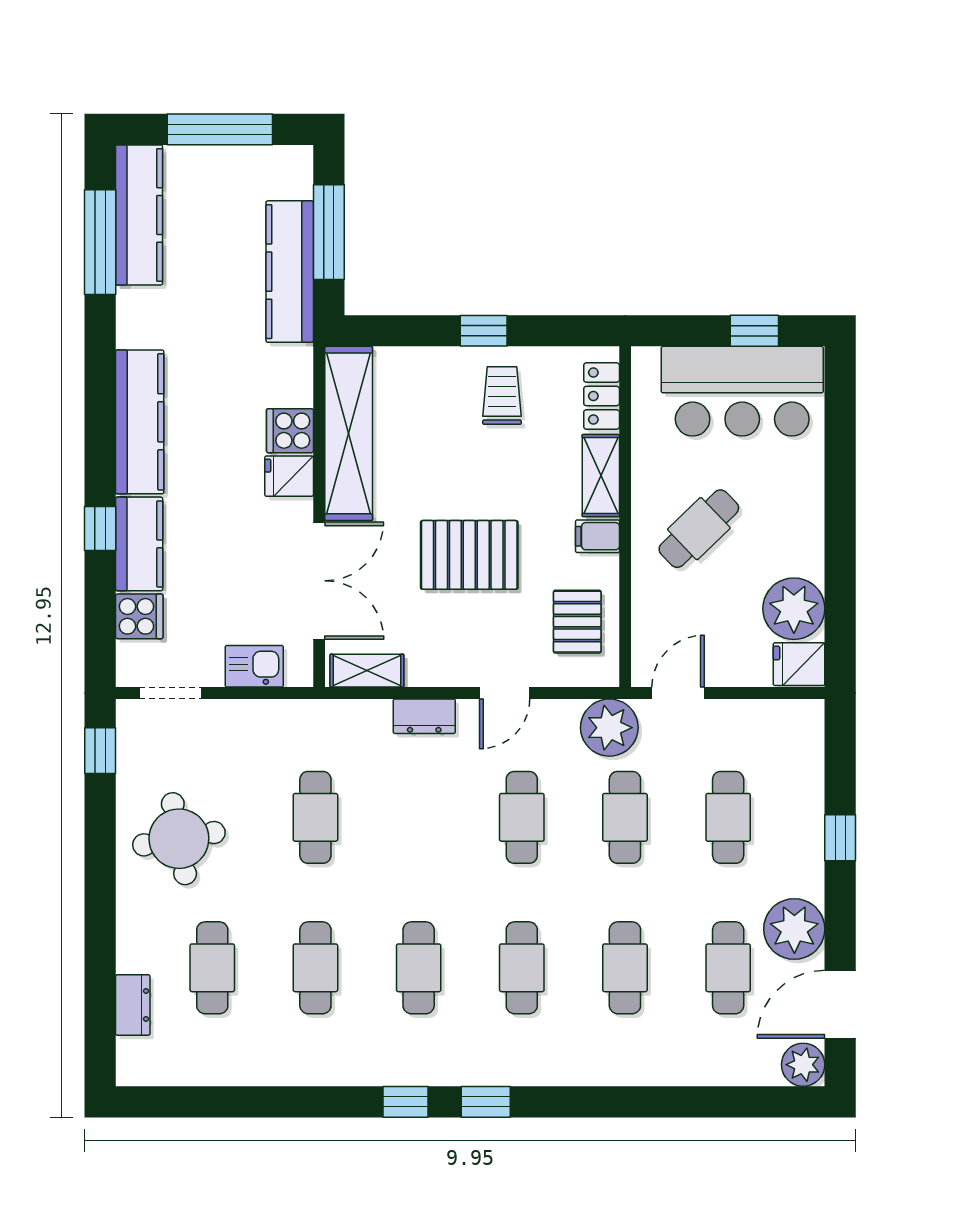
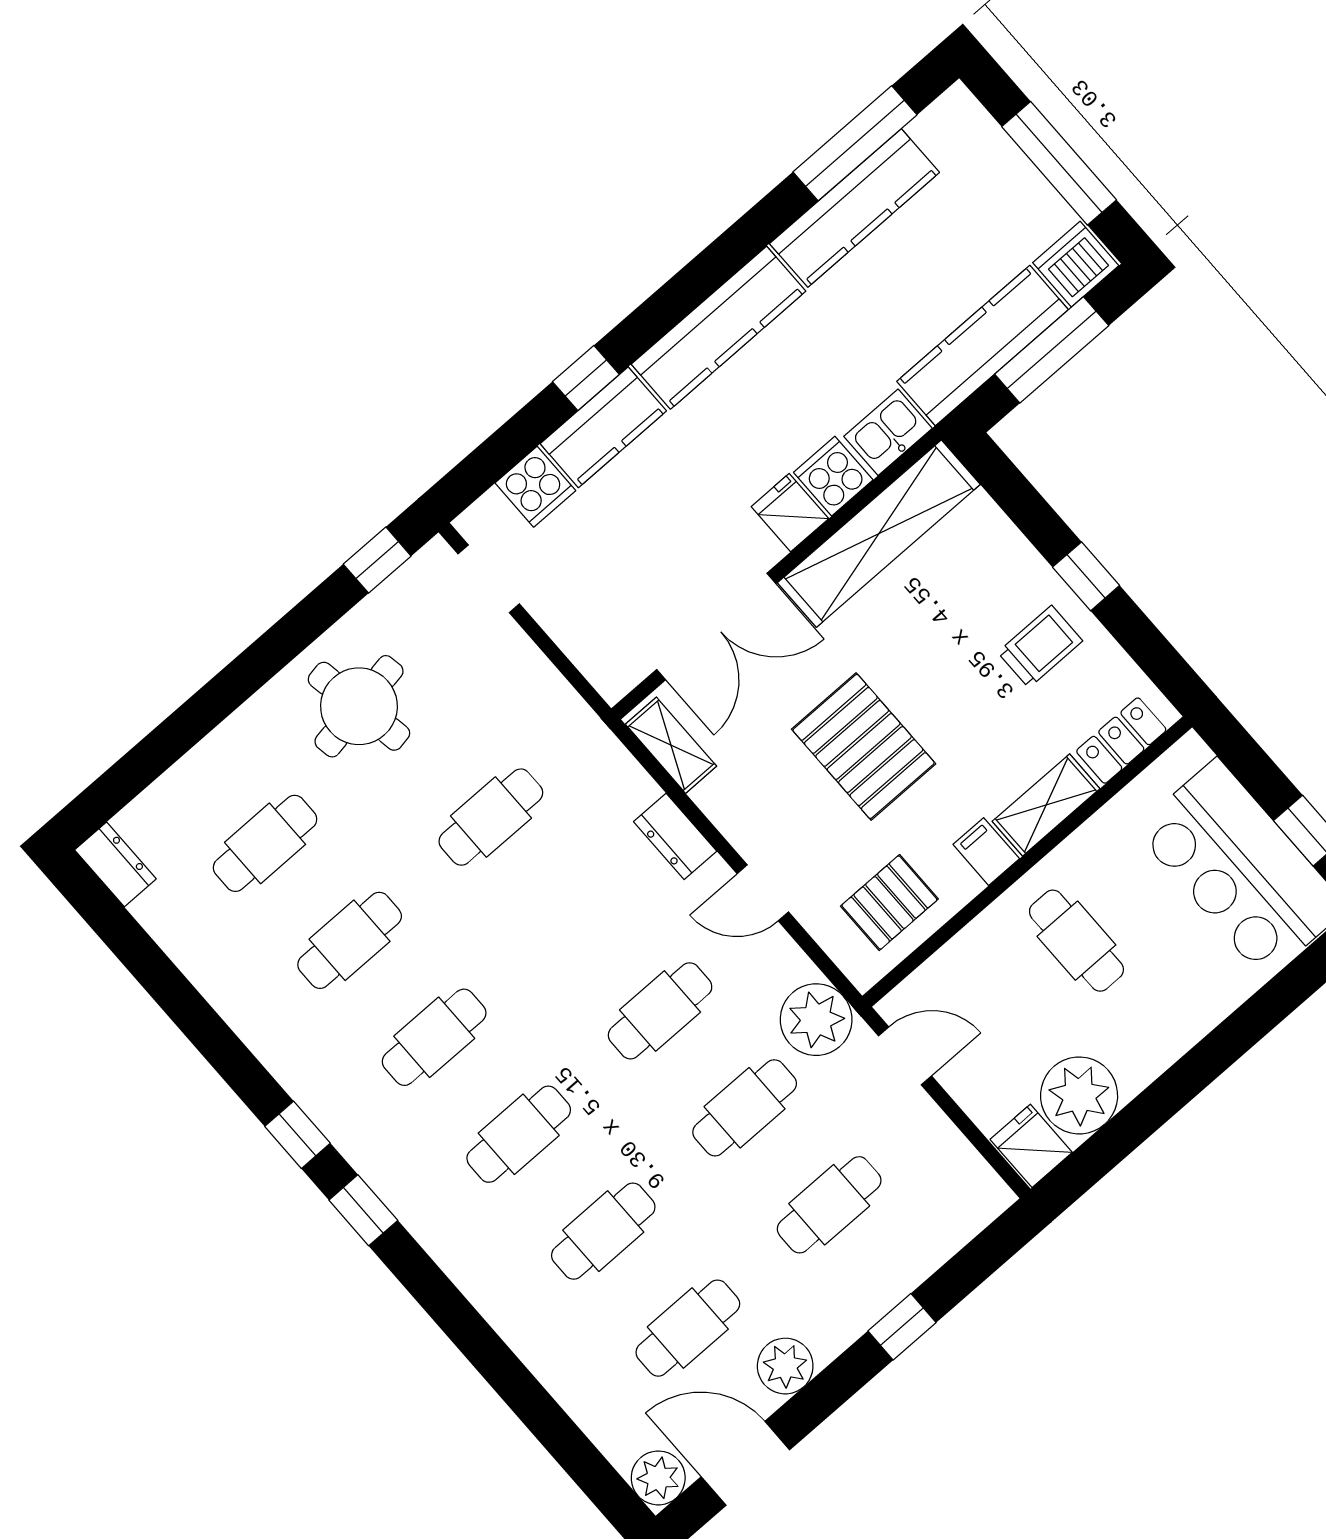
dishwasher: (290, 172) -> (1076, 264), added
kitchen counter: (139, 215) -> (855, 208), moved
cafe table: (699, 529) -> (1076, 941), turned 44
kitchen sink: (254, 666) -> (888, 432), moved, turned -90
plant: (794, 929) -> (785, 1366), width x0.73, depth x0.73
dresser: (133, 1005) -> (115, 864), moved, turned -90

